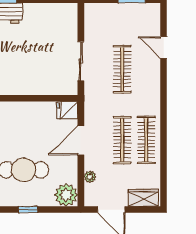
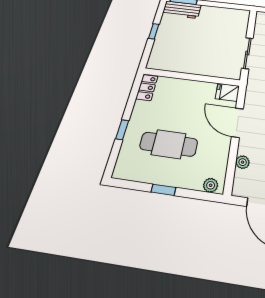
door: (81, 140) -> (237, 123), hinge flipped
plant: (66, 195) -> (211, 185), width x0.53, depth x0.53

